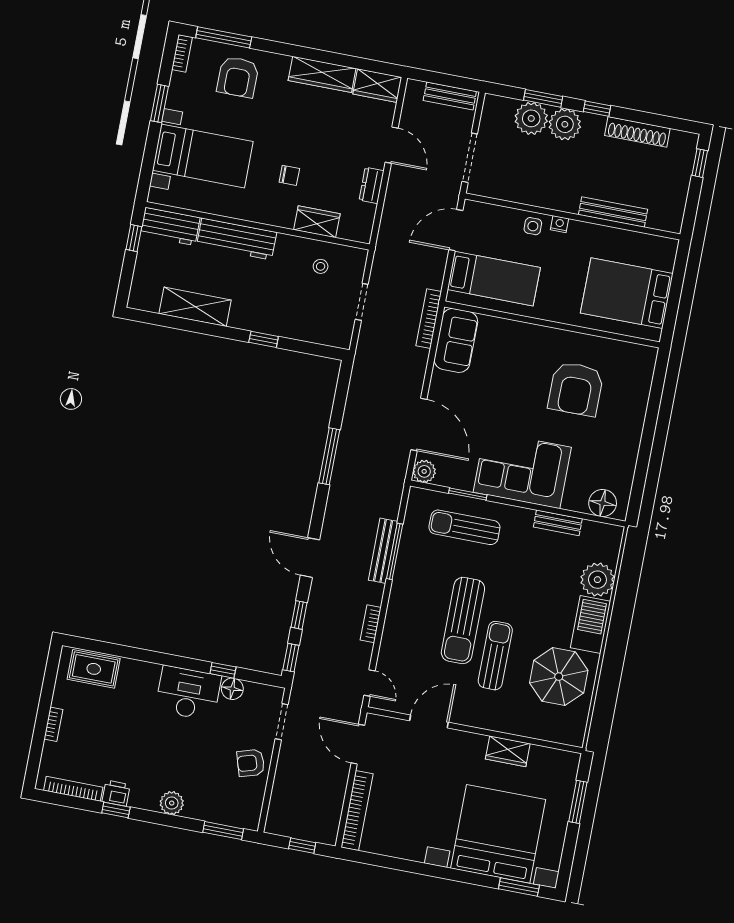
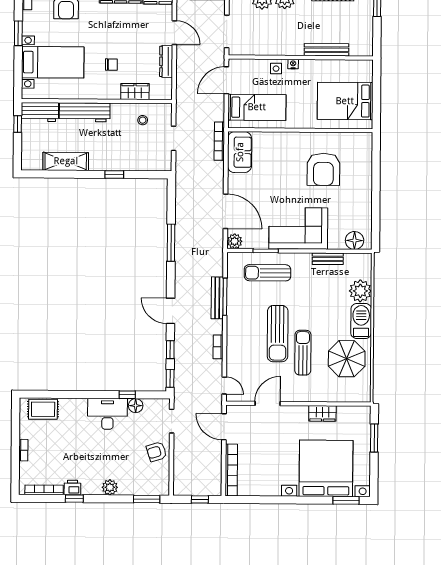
dresser: (372, 186) -> (166, 61), width x1.44

